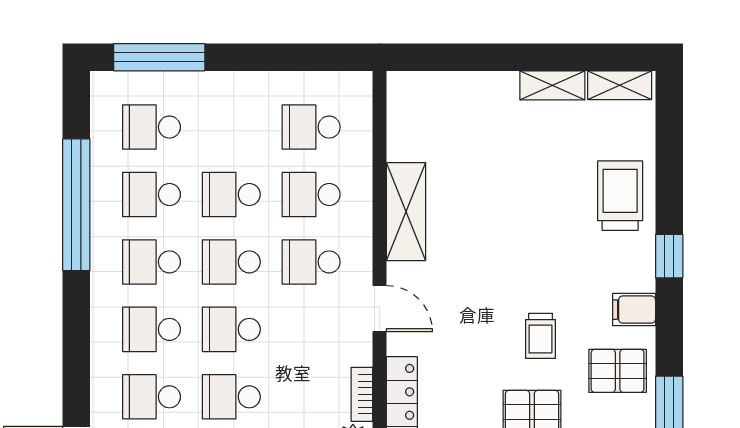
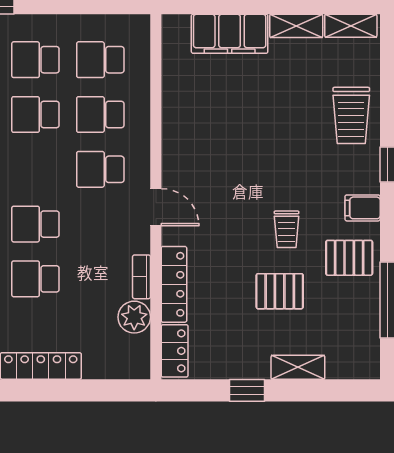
filing cabinet: (470, 95) -> (230, 34), added
trolley: (620, 196) -> (351, 115), turned 180
shelving: (406, 212) -> (177, 128), removed
school desk: (231, 262) -> (35, 60), moved

